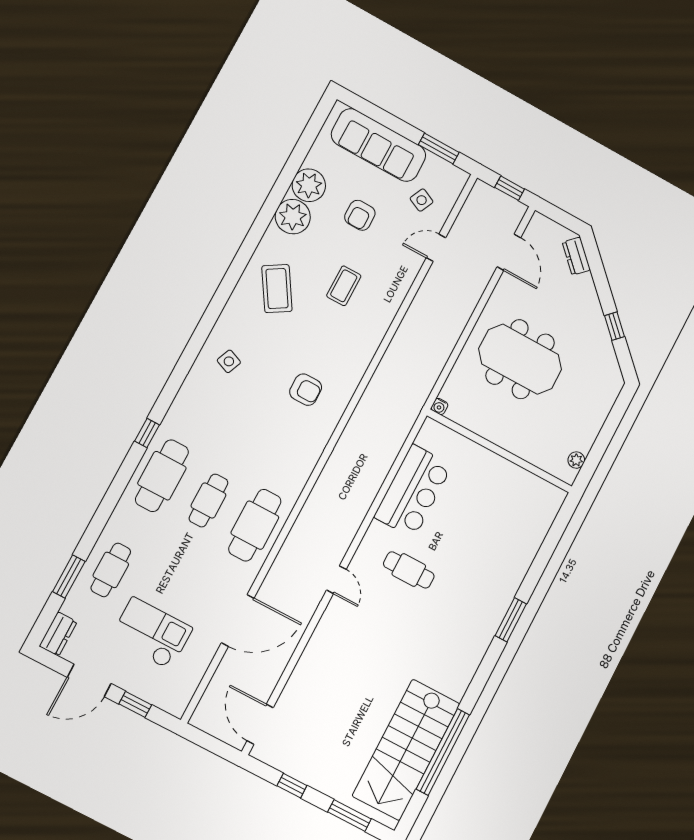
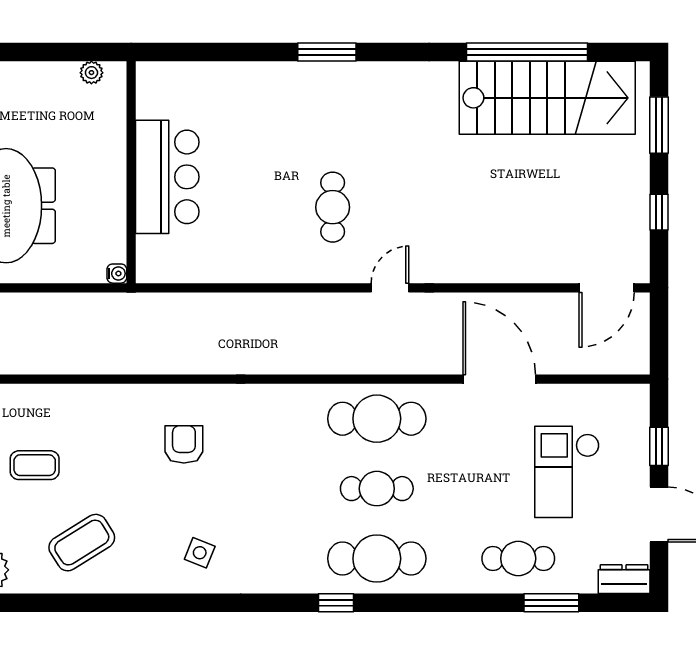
bar counter: (413, 491) -> (167, 177), moved, turned 90

